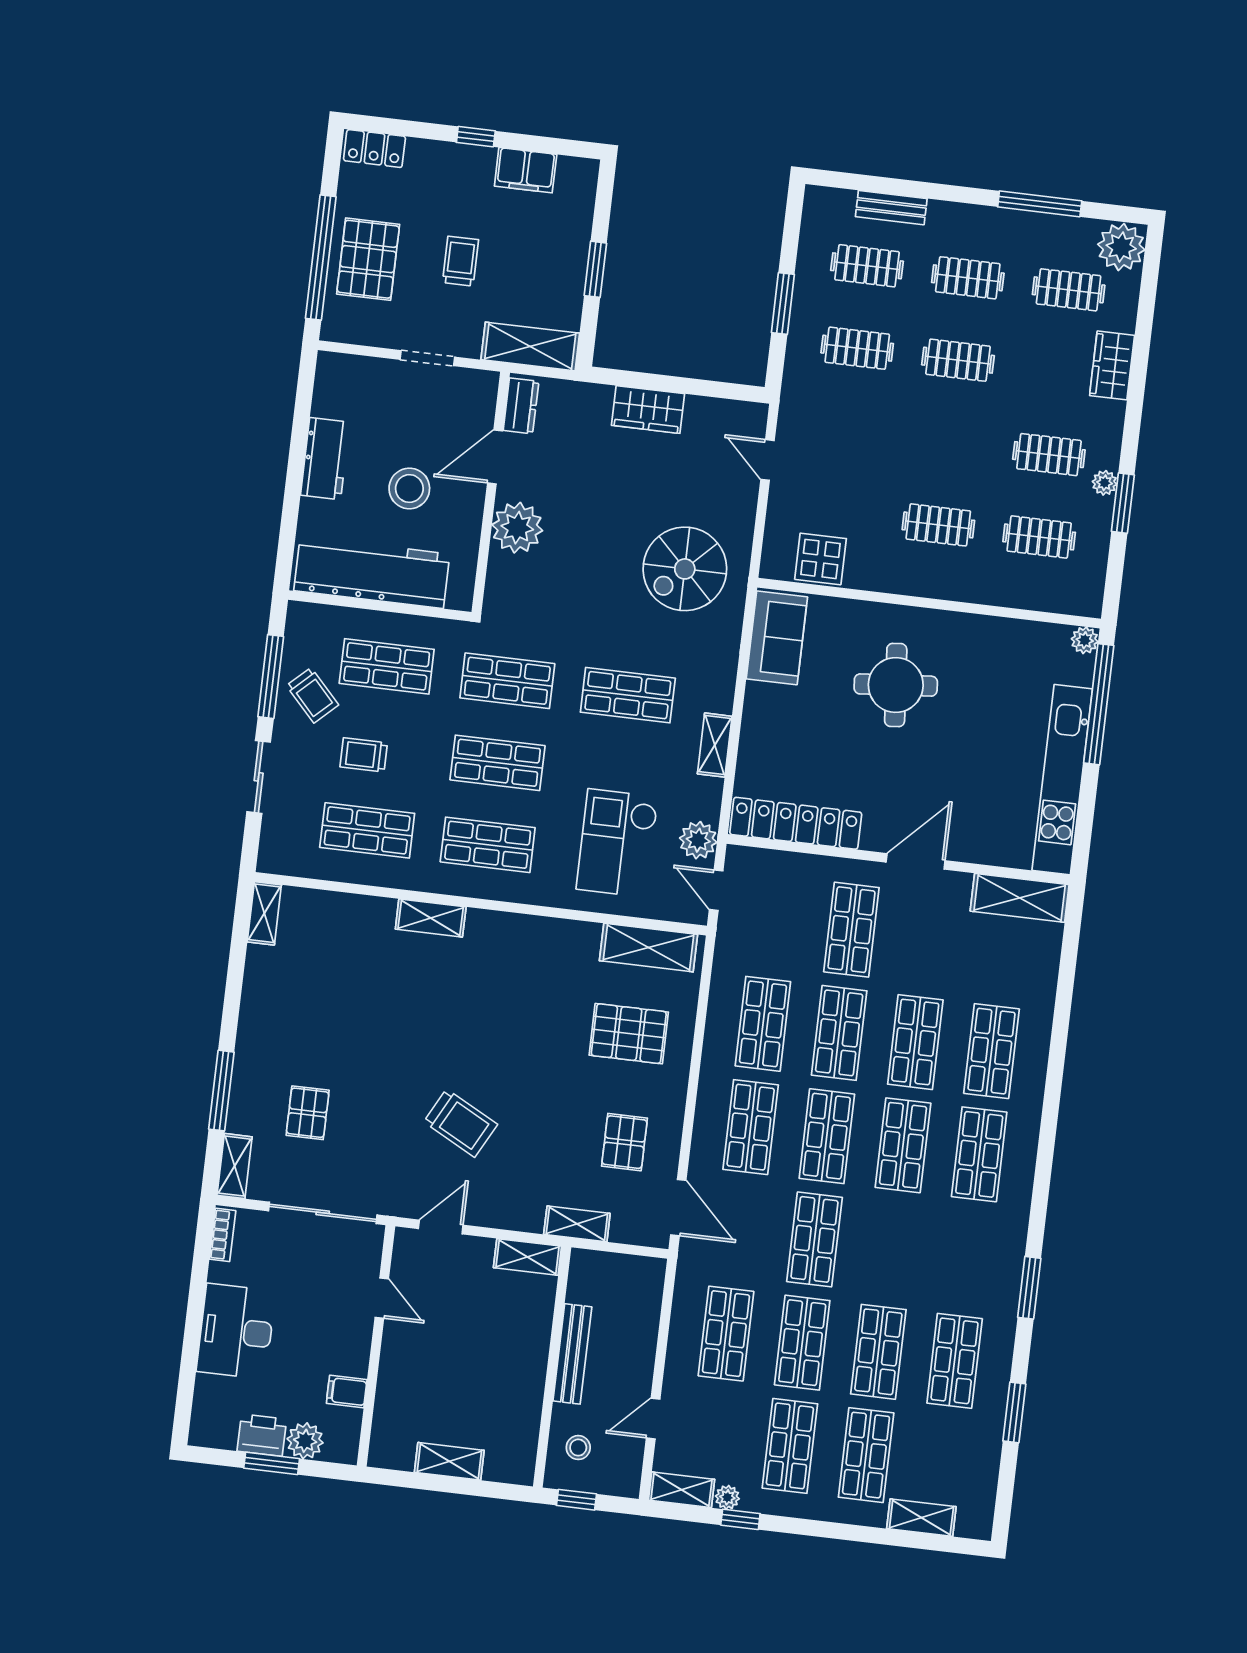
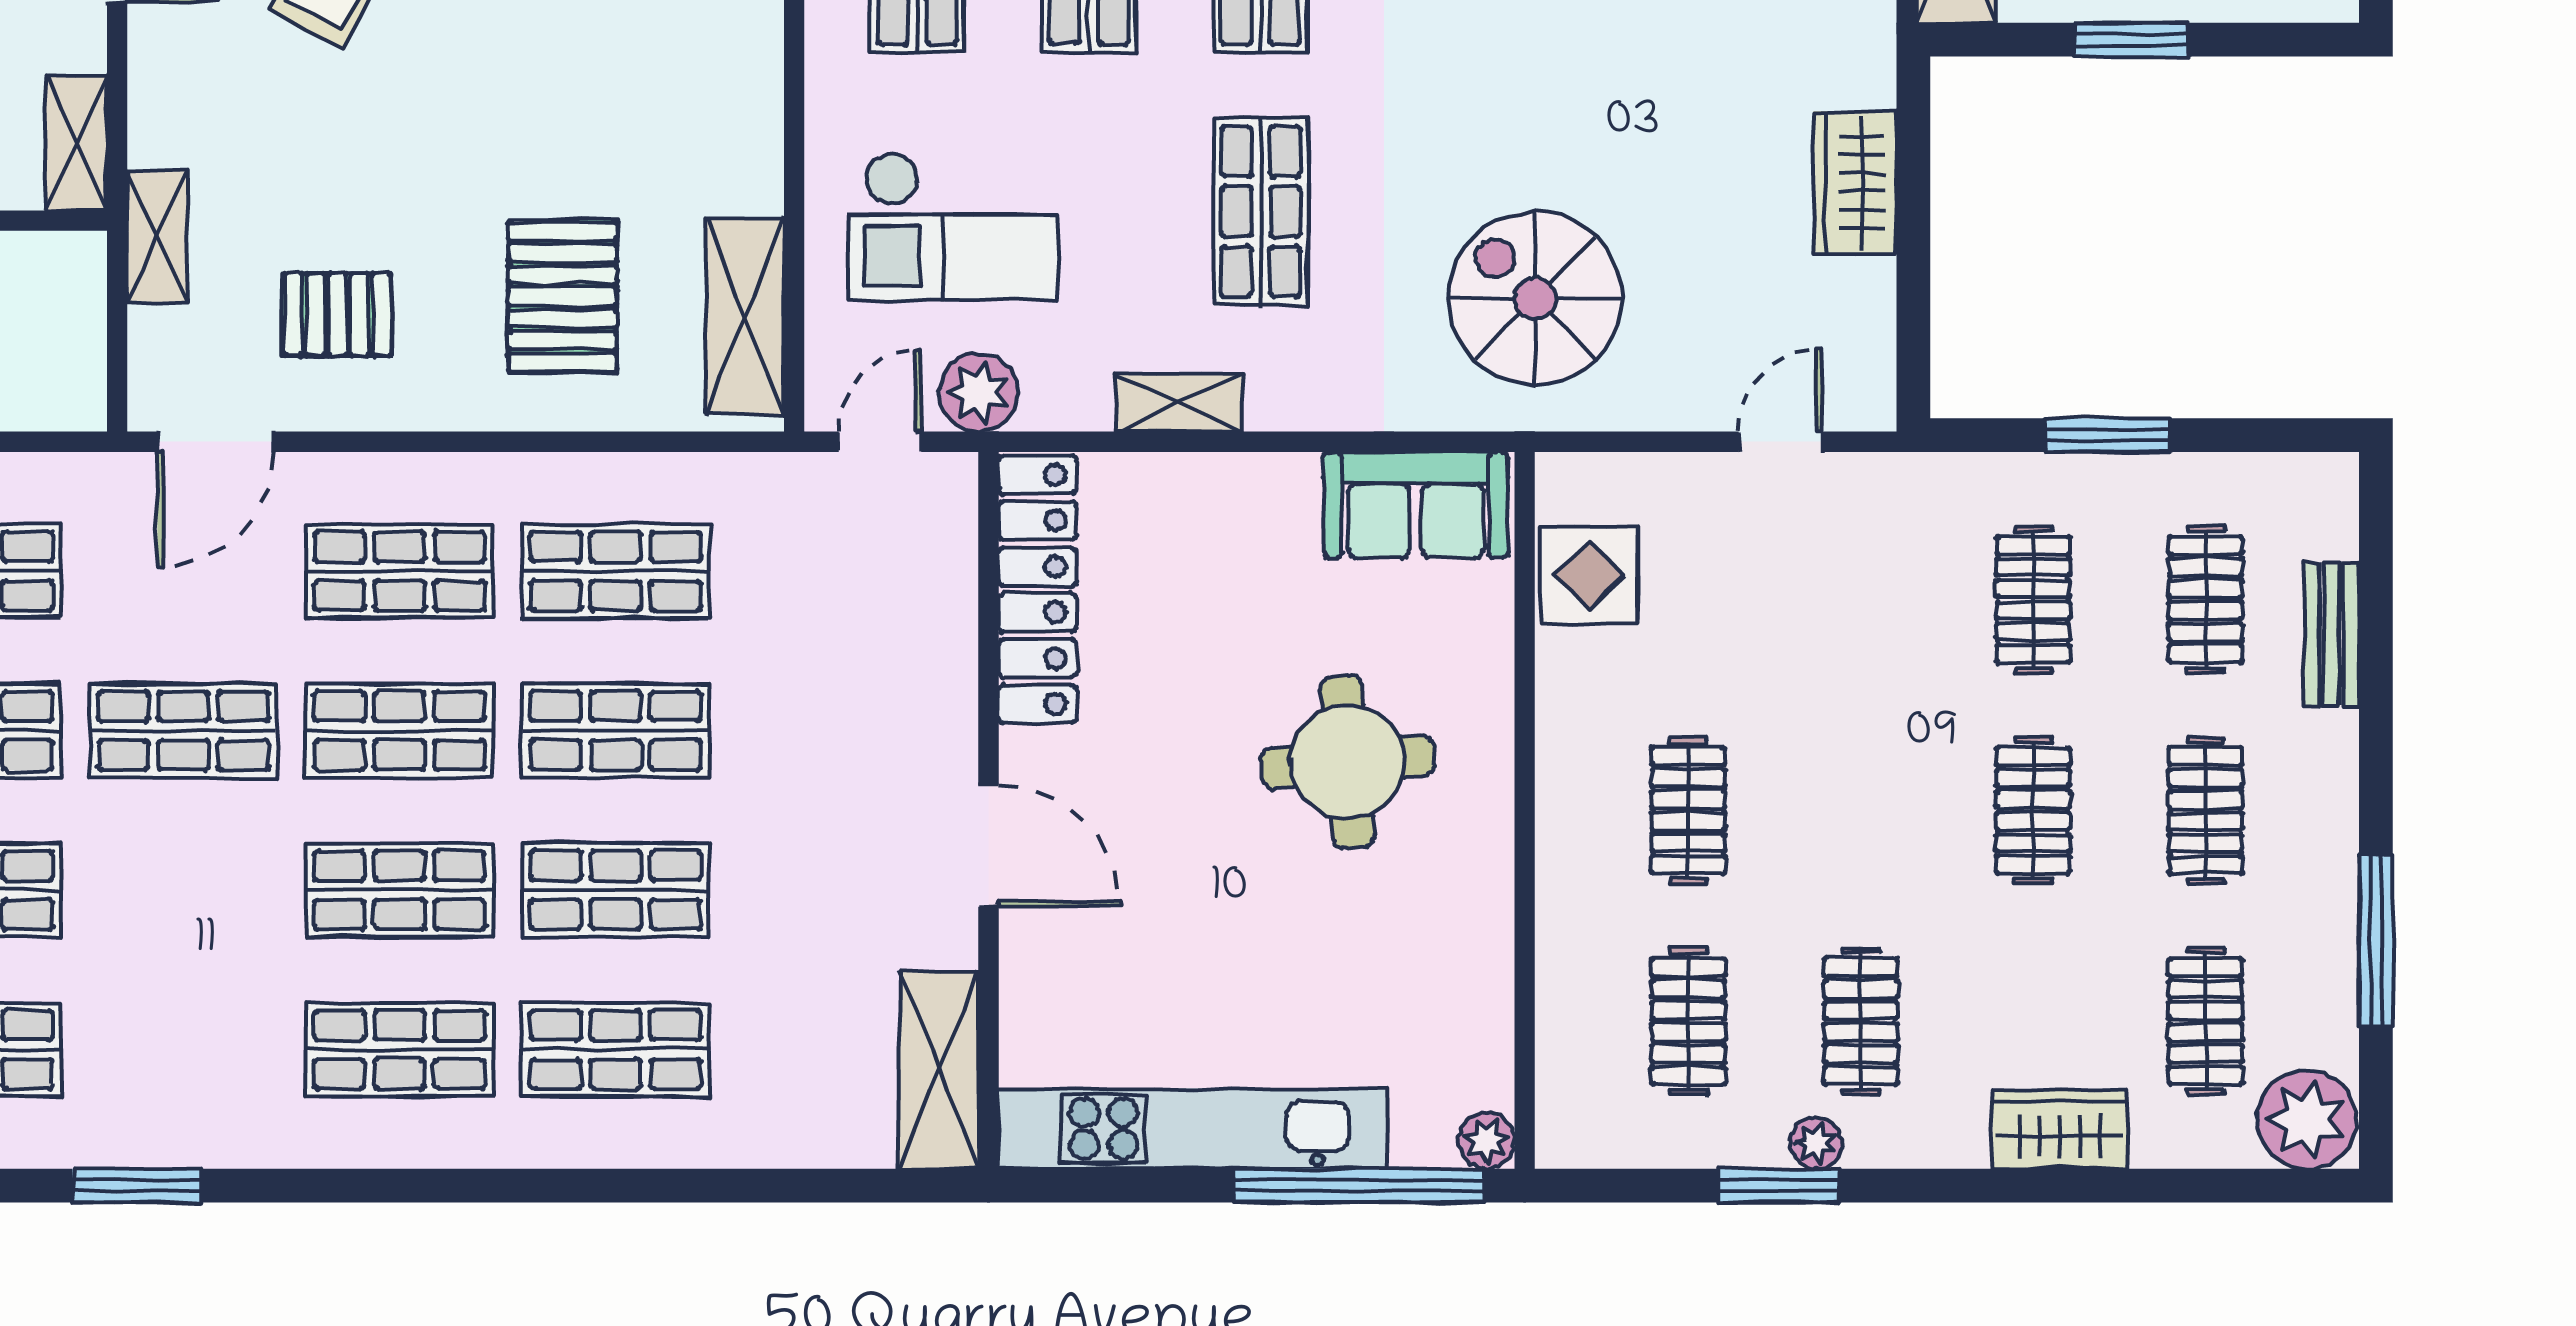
checkout: (617, 843) -> (953, 226), turned 180
shop shelf: (851, 930) -> (832, 731), removed

